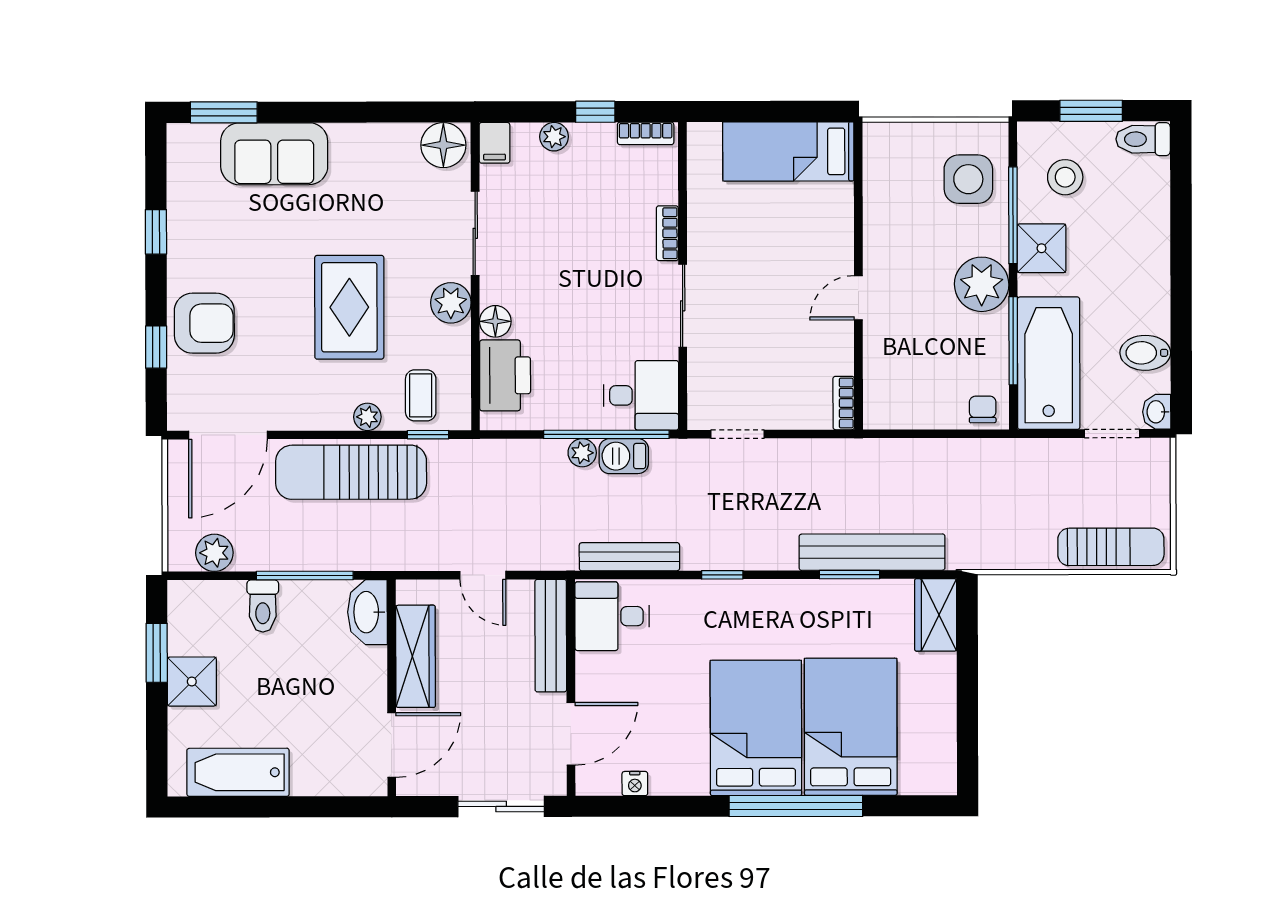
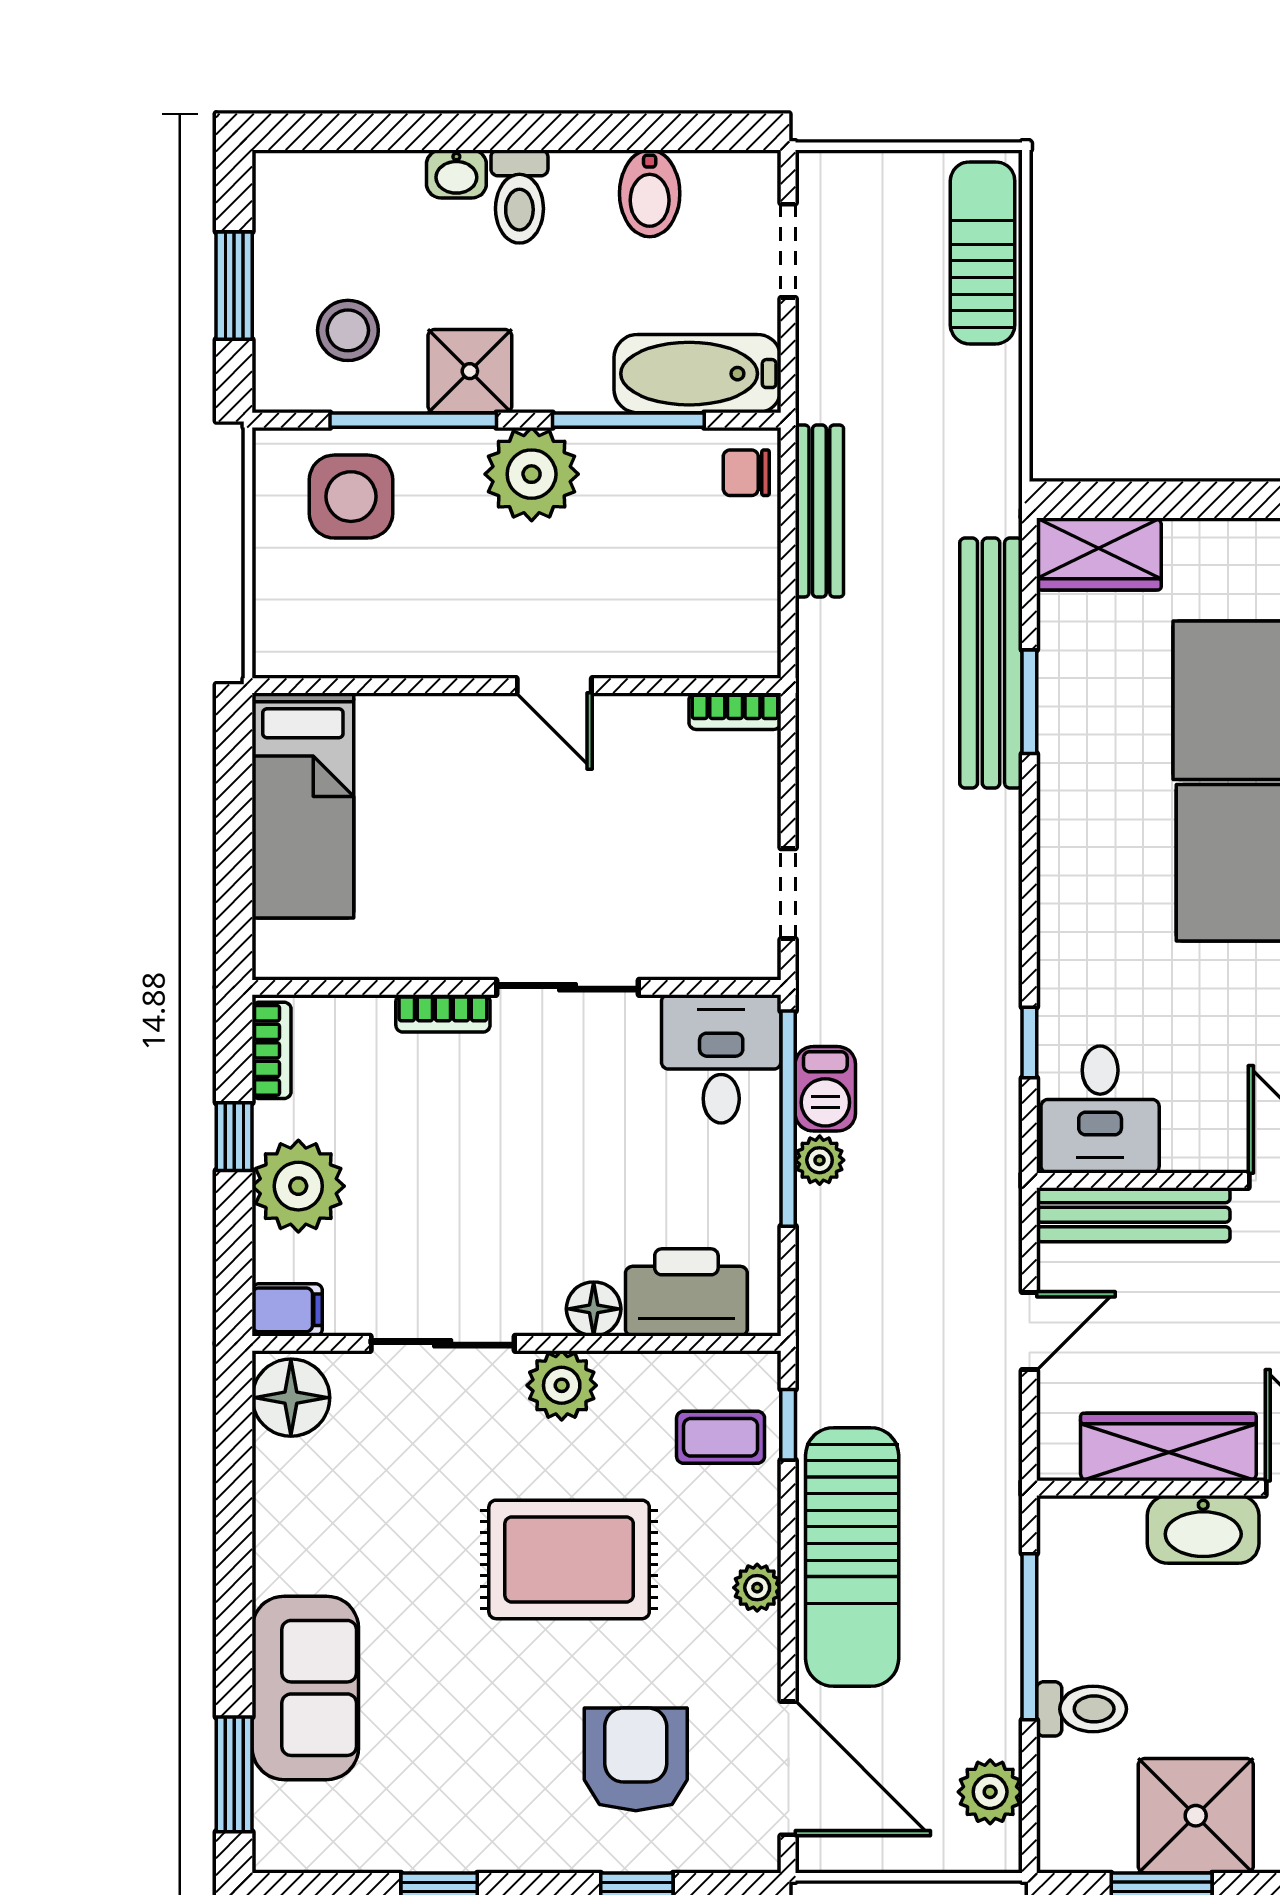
plant: (554, 137) -> (298, 1186), width x1.88, depth x1.88
toilet: (1143, 139) -> (519, 197), moved
armchair: (204, 323) -> (636, 1759), moved
bathtub: (1049, 363) -> (697, 374), width x0.73, depth x0.73
washbasin: (1157, 412) -> (456, 174), moved
plant: (367, 417) -> (757, 1588), moved
bench: (629, 557) -> (819, 511), moved
window: (722, 575) -> (1029, 1043), moved
washbasin: (367, 612) -> (1203, 1529), moved
shower: (192, 682) -> (1196, 1816), width x1.36, depth x1.36

